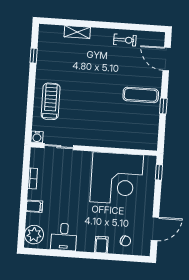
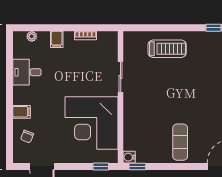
window: (163, 106) -> (137, 166), moved
water cooler: (37, 137) -> (129, 157), moved
sliding door: (59, 147) -> (121, 77), moved
plant: (34, 235) -> (32, 36), width x0.53, depth x0.53

